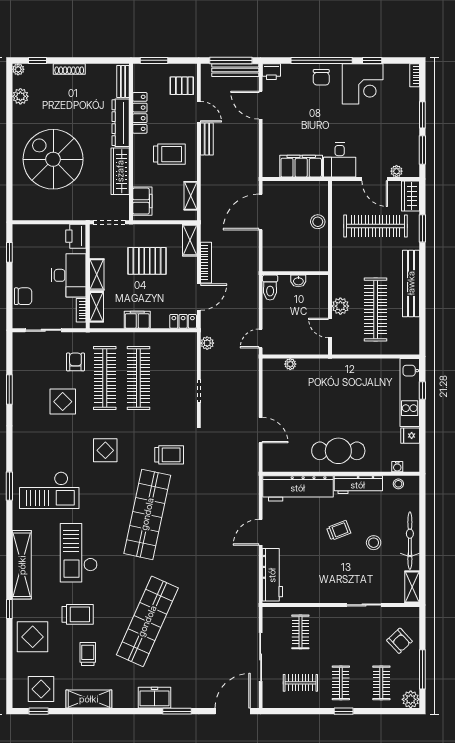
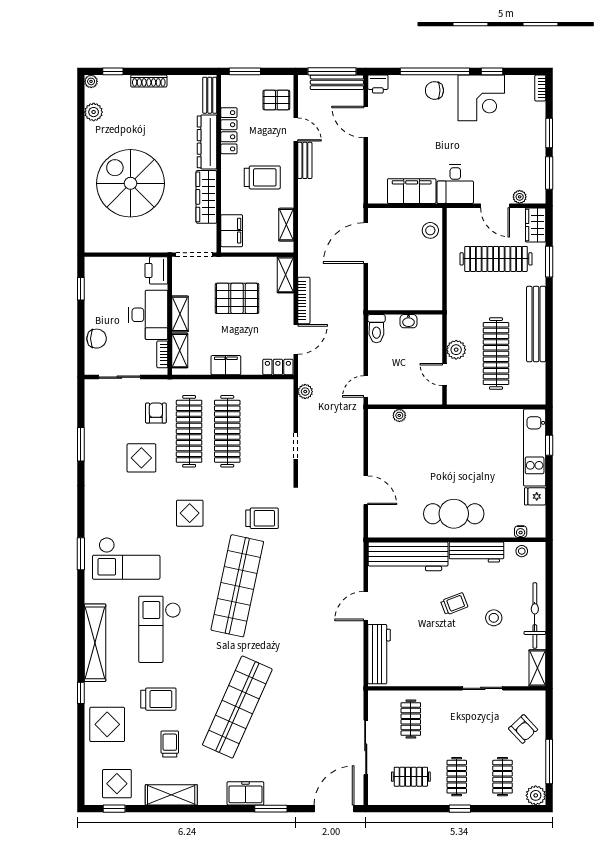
chair: (321, 77) -> (434, 90), turned 90
stool: (318, 222) -> (430, 230), moved

